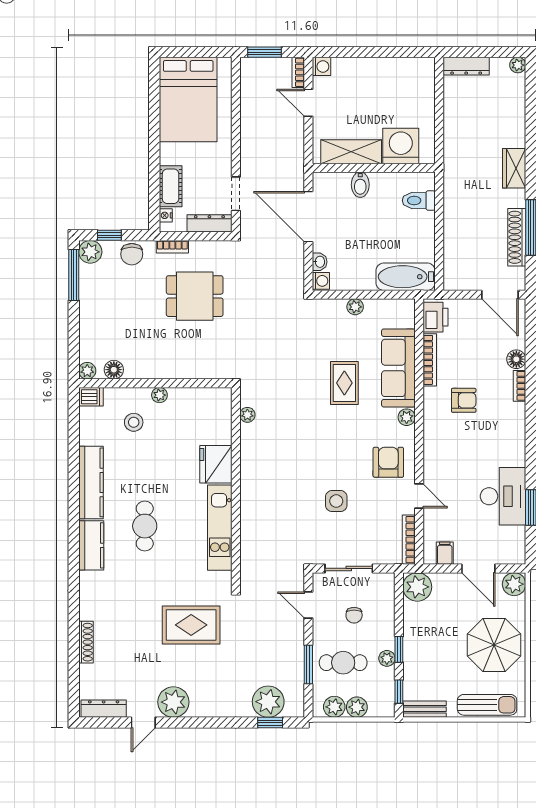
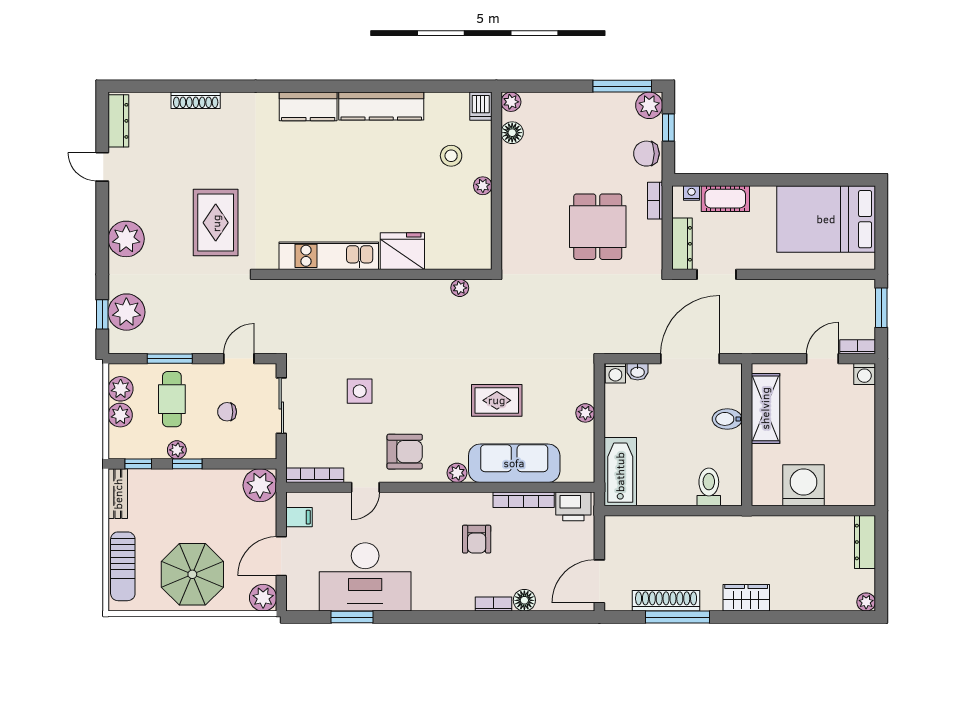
washing machine: (401, 146) -> (804, 485), moved, turned -90
desk: (503, 496) -> (365, 577), width x1.36, depth x1.30
cafe table: (145, 526) -> (331, 169), removed
plant: (173, 702) -> (126, 239), moved

